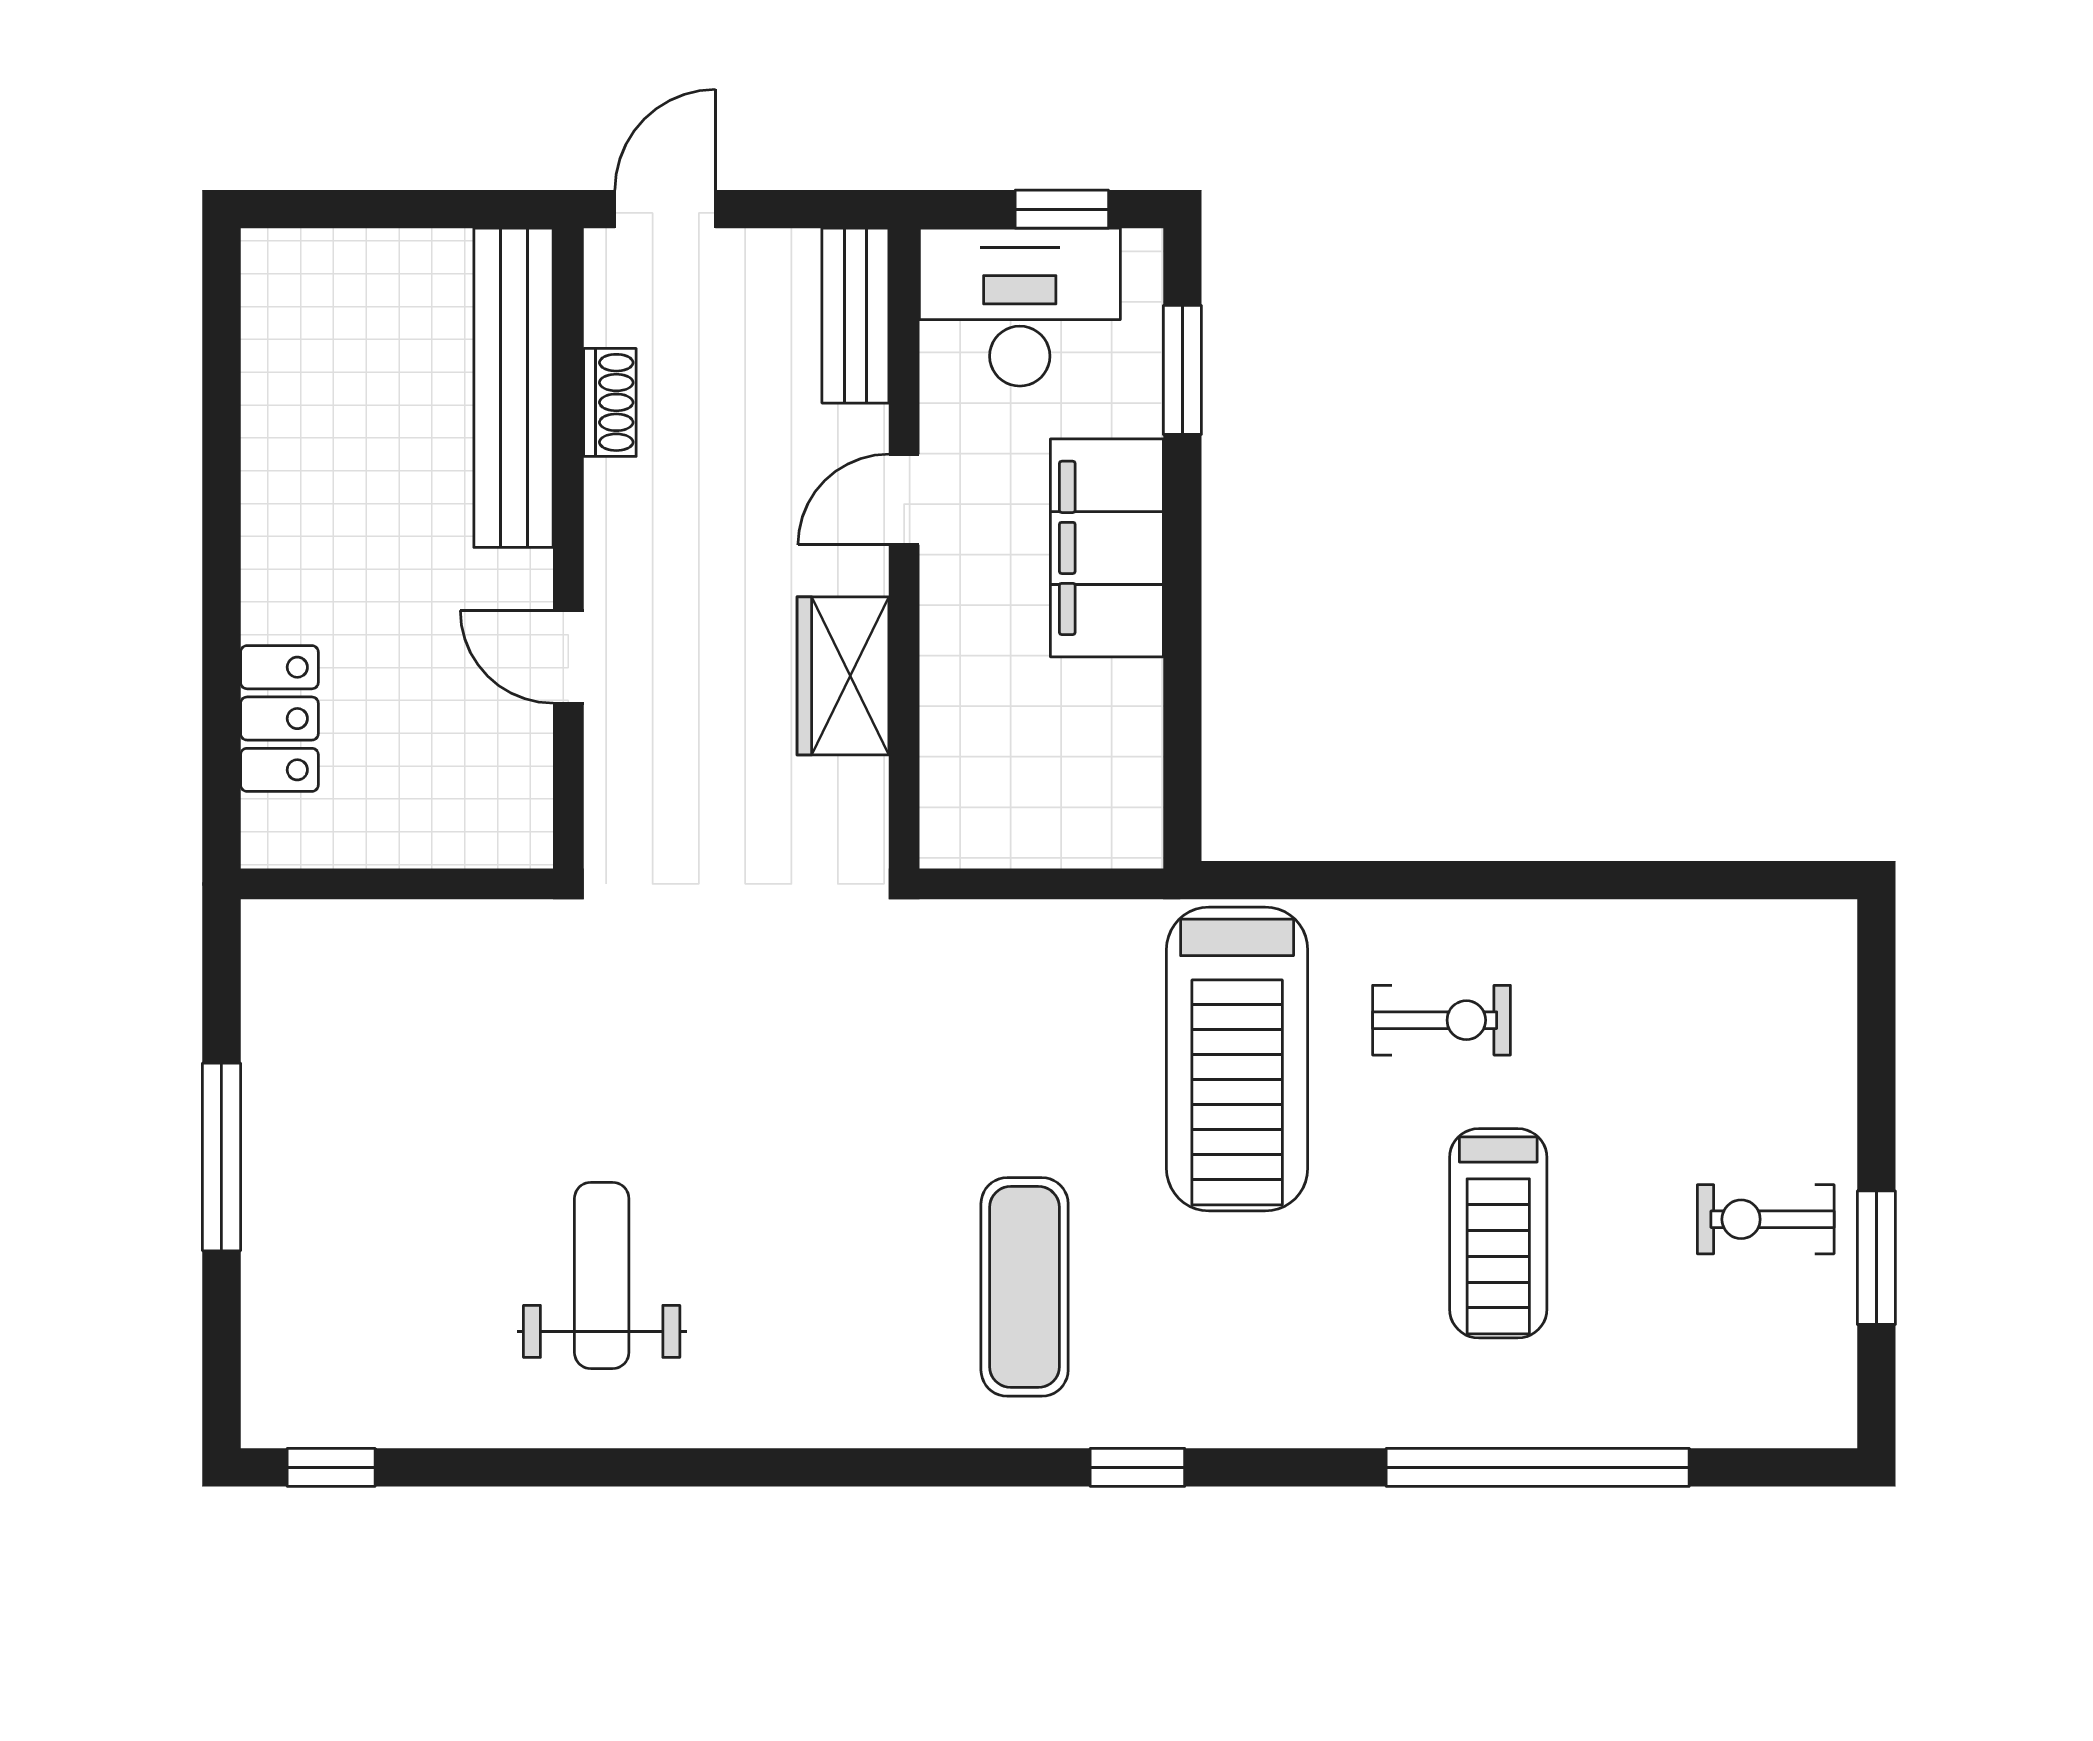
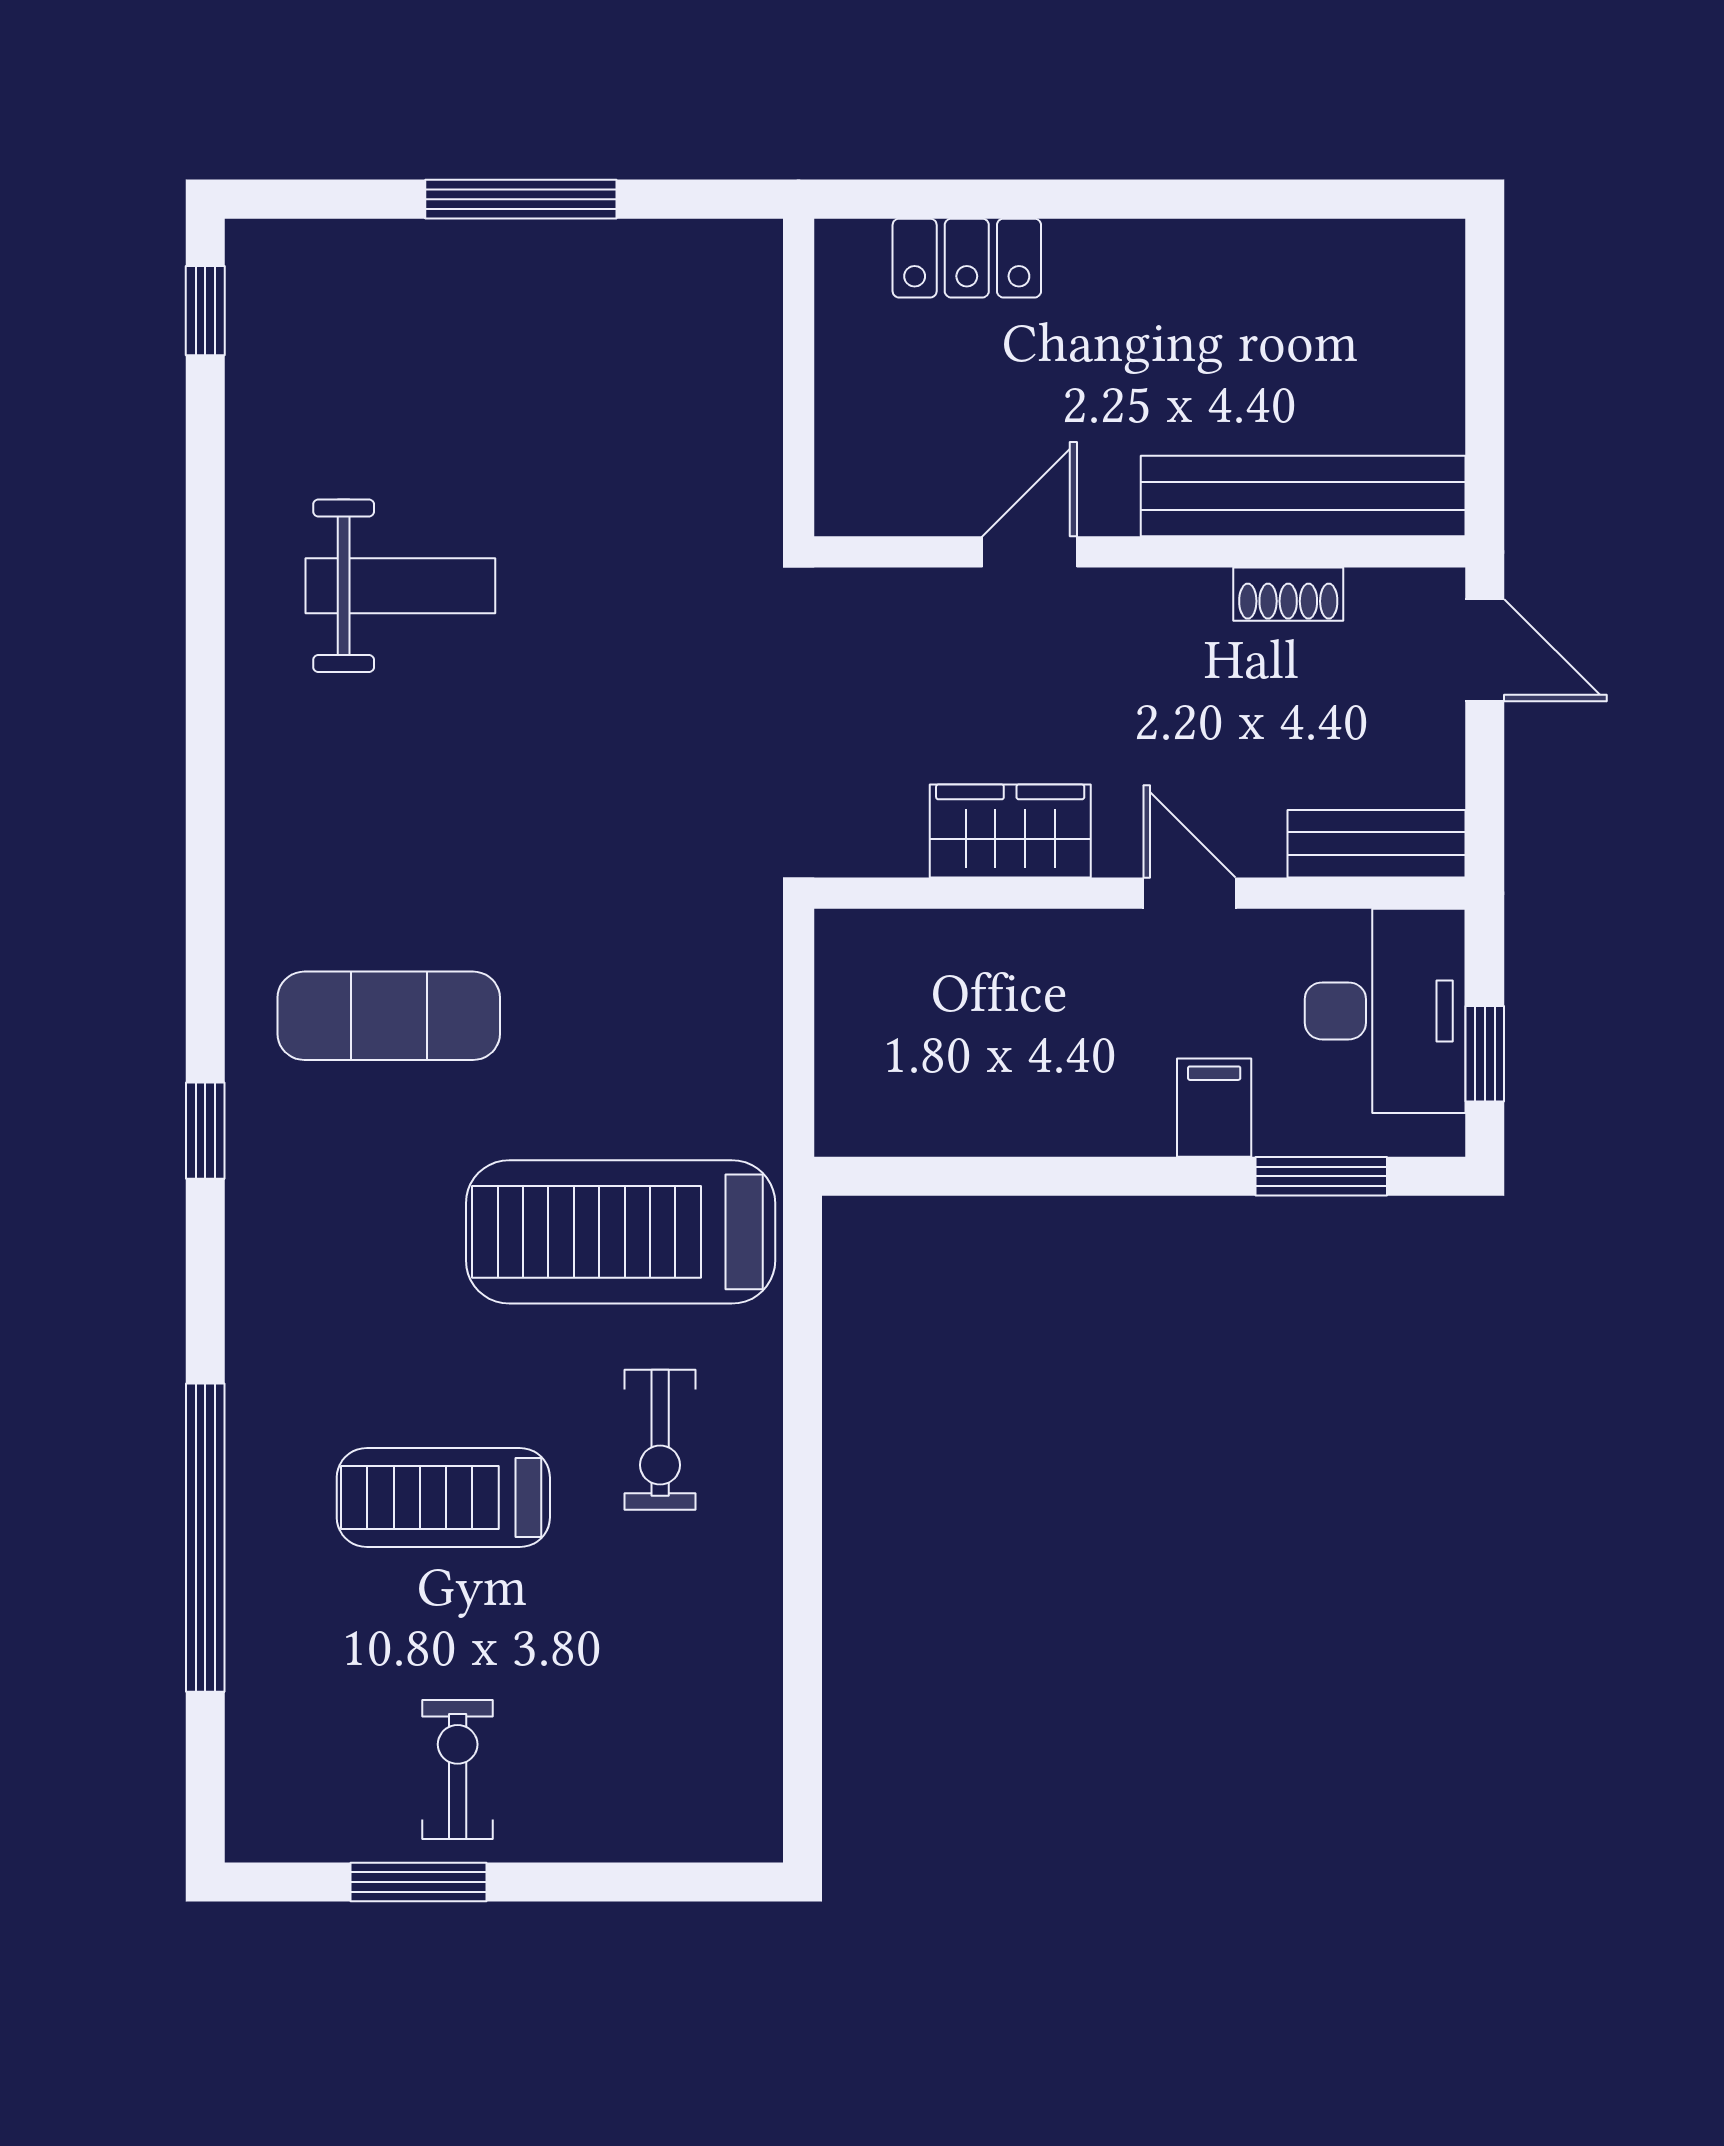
filing cabinet: (1107, 548) -> (1214, 1108), width x0.33, depth x0.86

